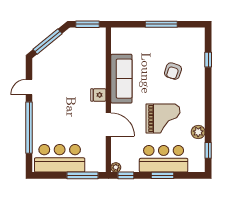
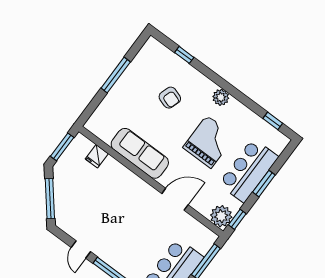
fridge: (98, 95) -> (97, 156), moved
plant: (198, 132) -> (221, 97), moved
plant: (116, 167) -> (221, 216), width x1.88, depth x1.88

